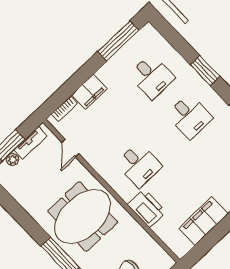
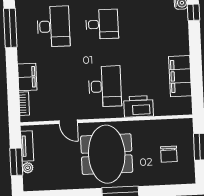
desk: (152, 77) -> (53, 26), width x1.37
door: (70, 148) -> (68, 122), moved
desk: (139, 165) -> (105, 86), width x1.37

